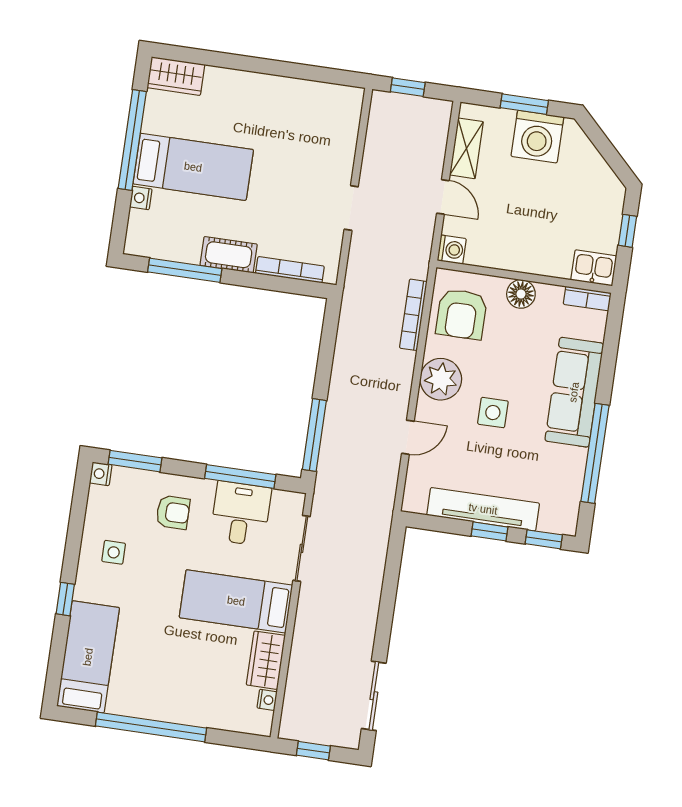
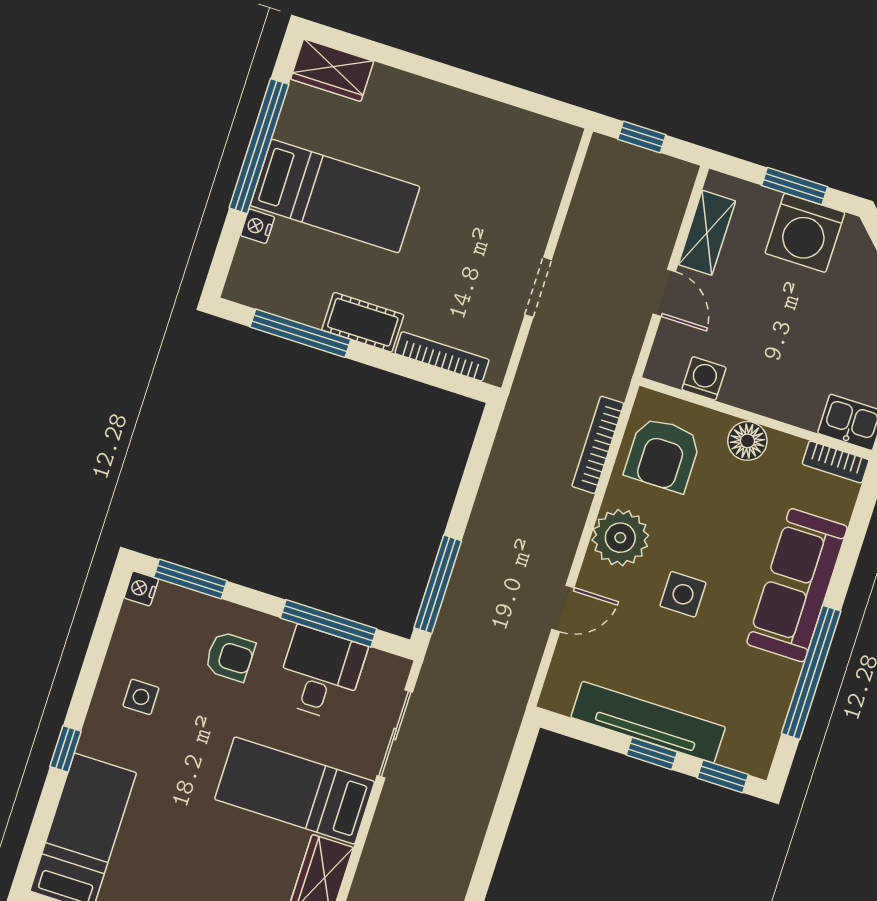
washing machine: (452, 250) -> (704, 378), moved, turned -90

